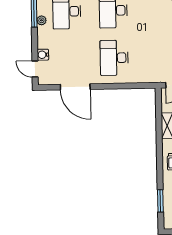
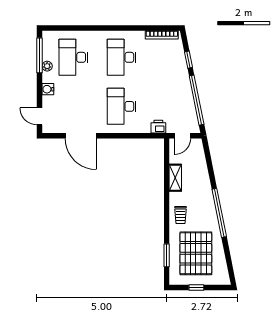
water cooler: (43, 55) -> (48, 89), moved
printer: (150, 77) -> (158, 127), added

